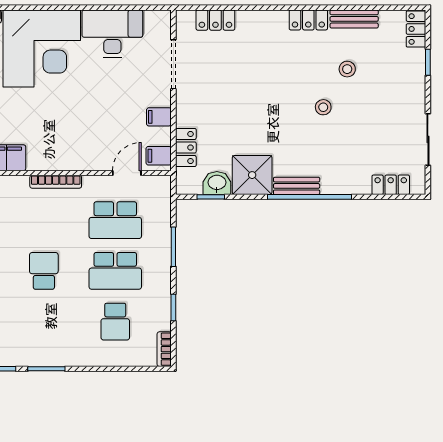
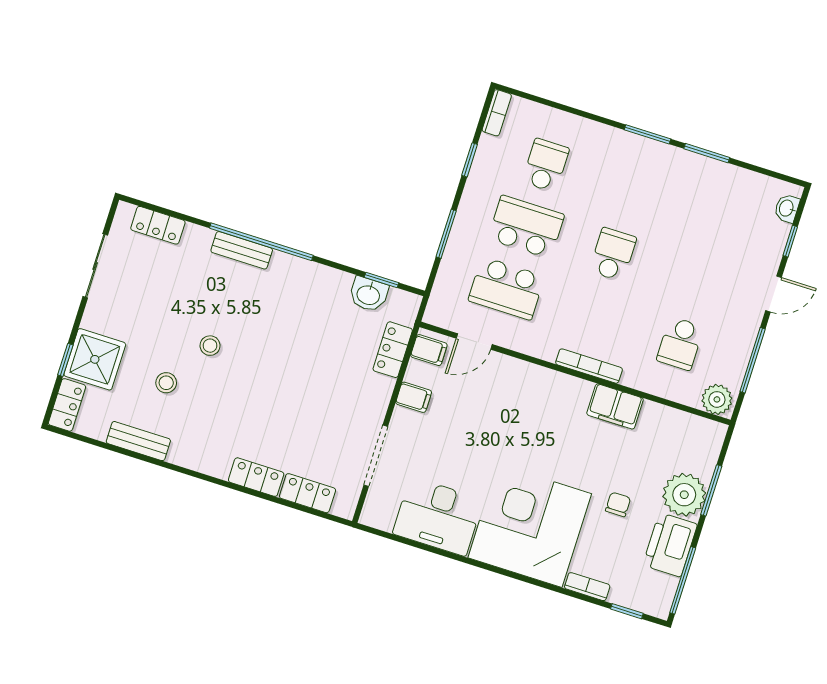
locker: (308, 20) -> (256, 477), moved
shower: (252, 175) -> (95, 359), moved
bookcase: (56, 182) -> (589, 366), moved
bench: (297, 186) -> (242, 250), moved
school desk: (115, 220) -> (506, 288), turned 180
school desk: (44, 271) -> (613, 254), turned 180

